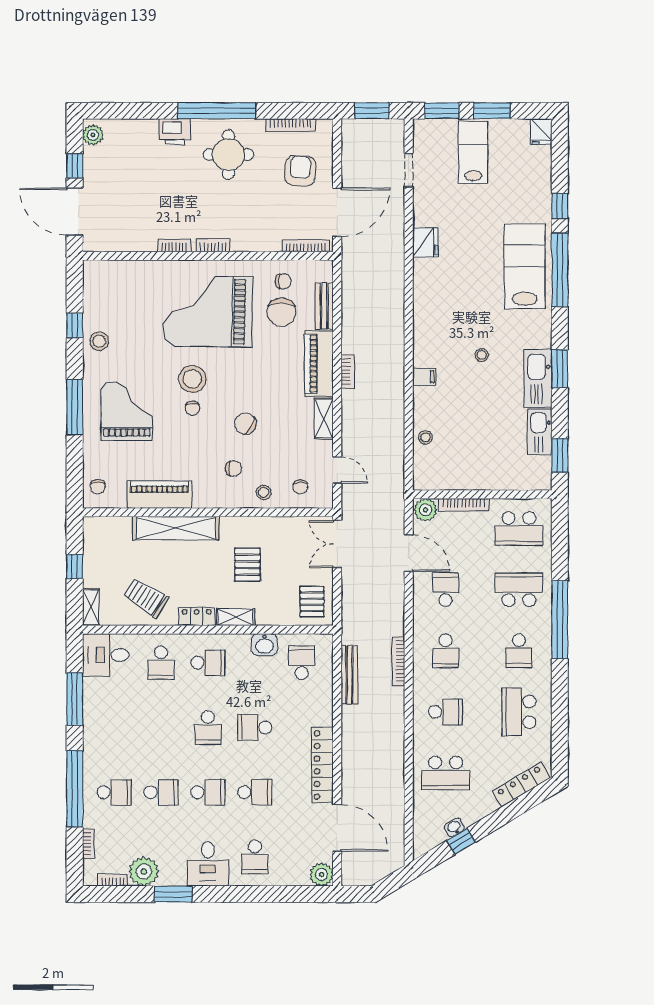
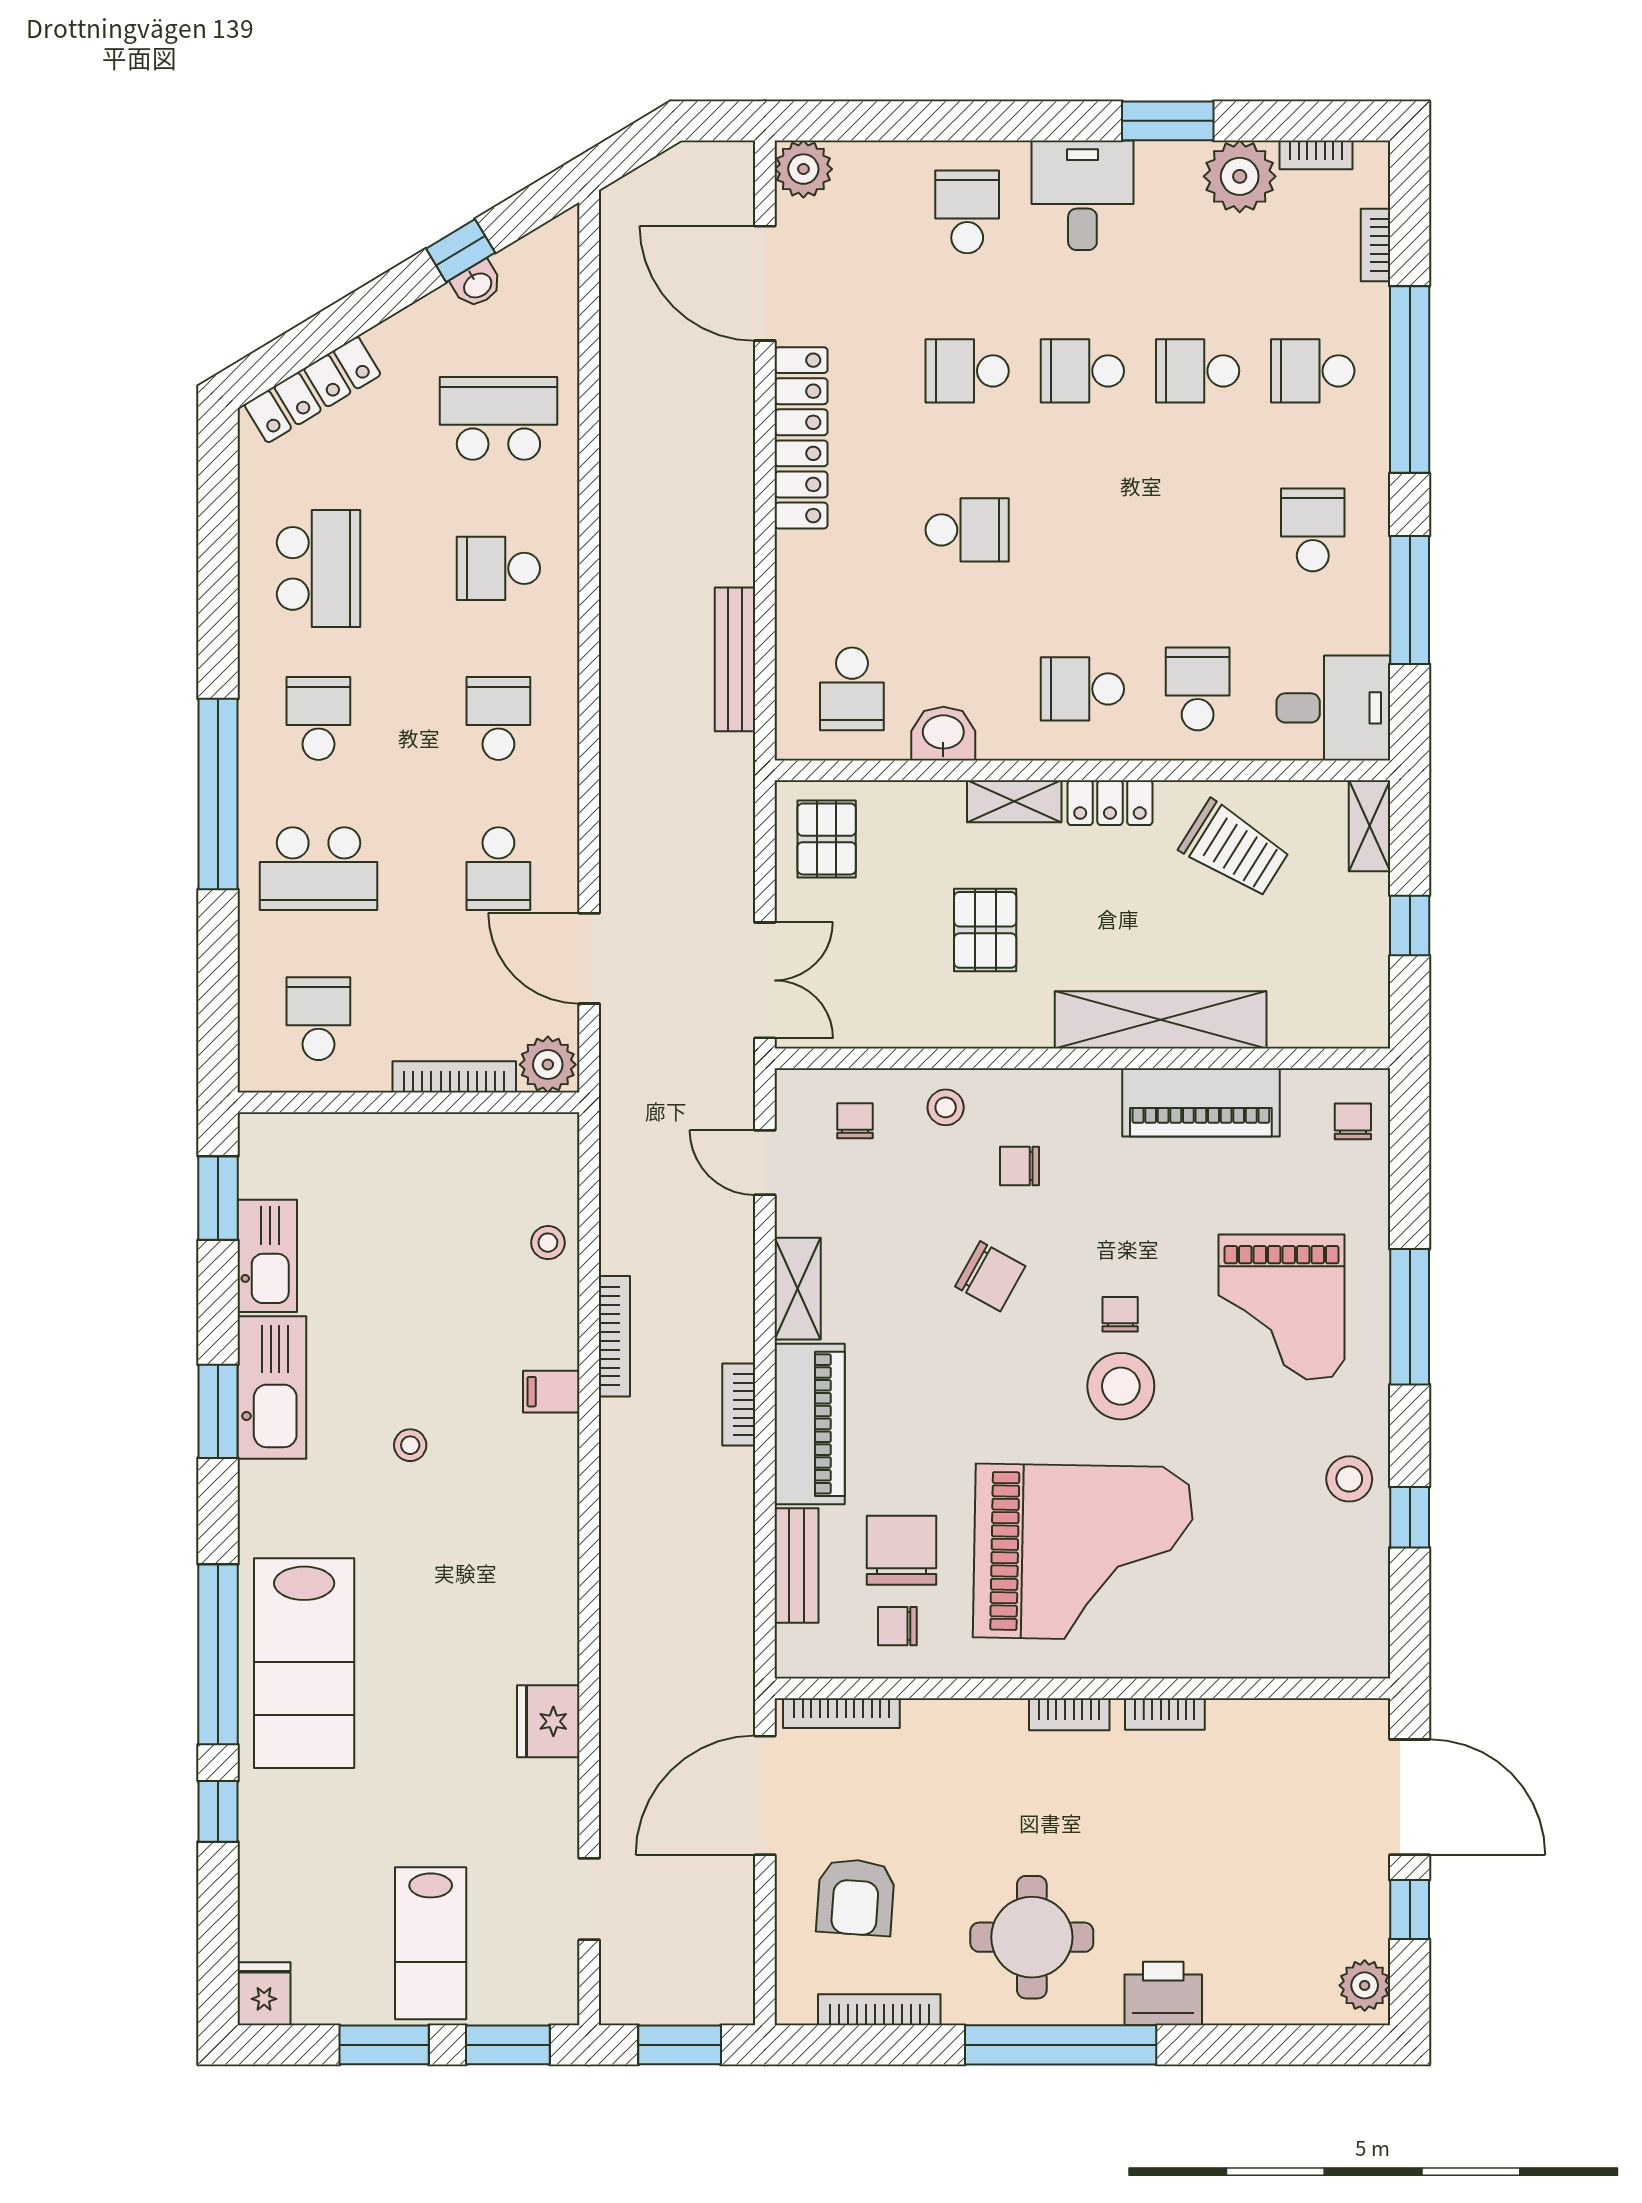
school desk: (519, 529) -> (318, 1019), width x0.54
bookcase: (398, 661) -> (614, 1336), moved
school desk: (208, 728) -> (1313, 530), moved

